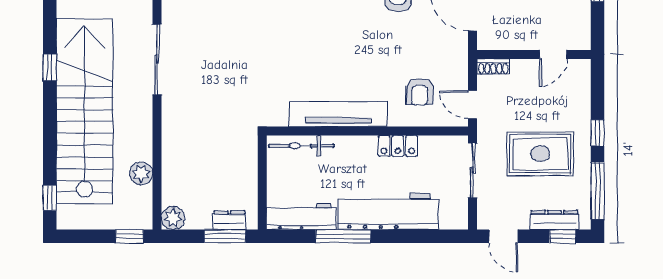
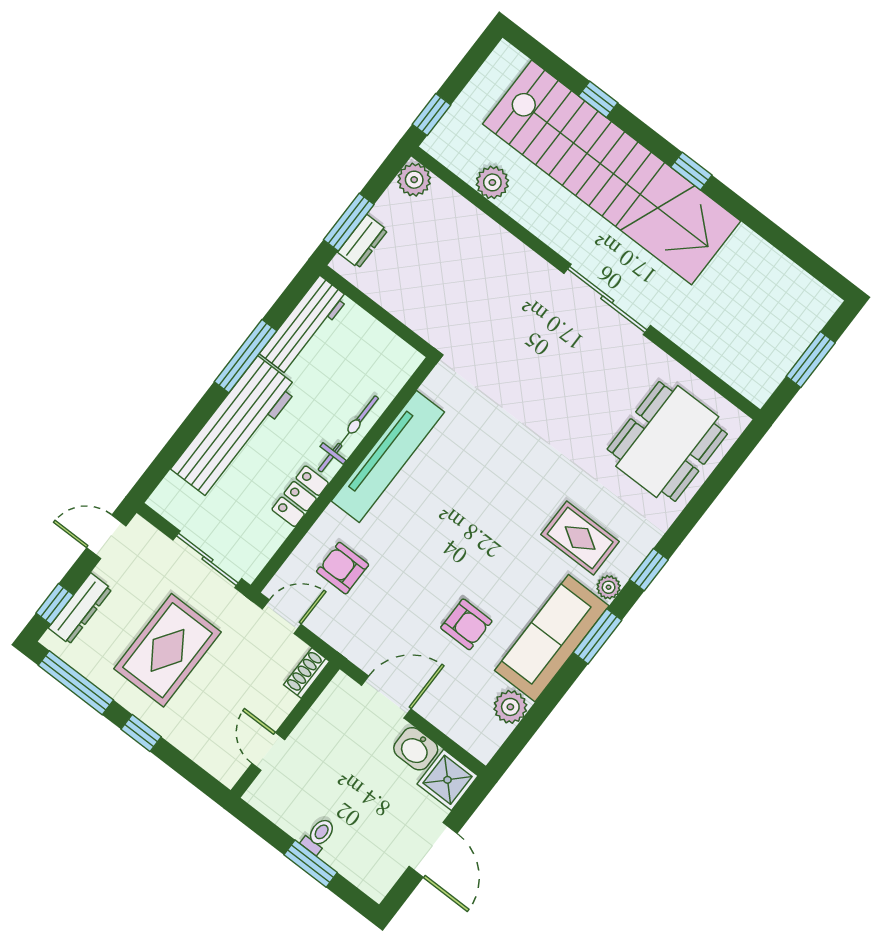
bicycle: (301, 146) -> (348, 434), moved
window: (50, 198) -> (598, 99), moved

